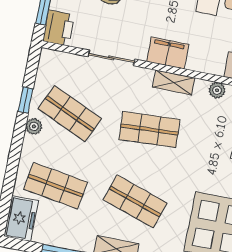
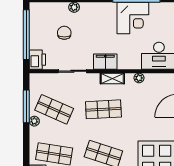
window: (26, 100) -> (26, 106), width x2.17

